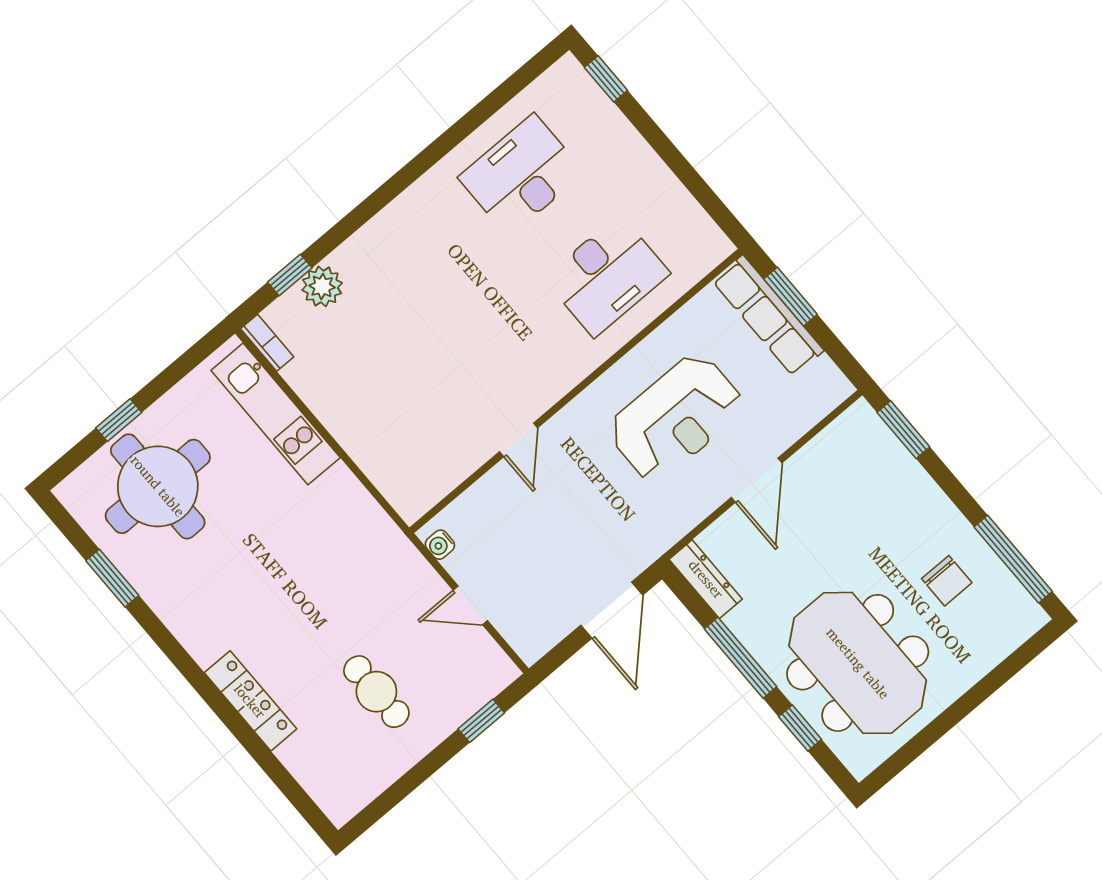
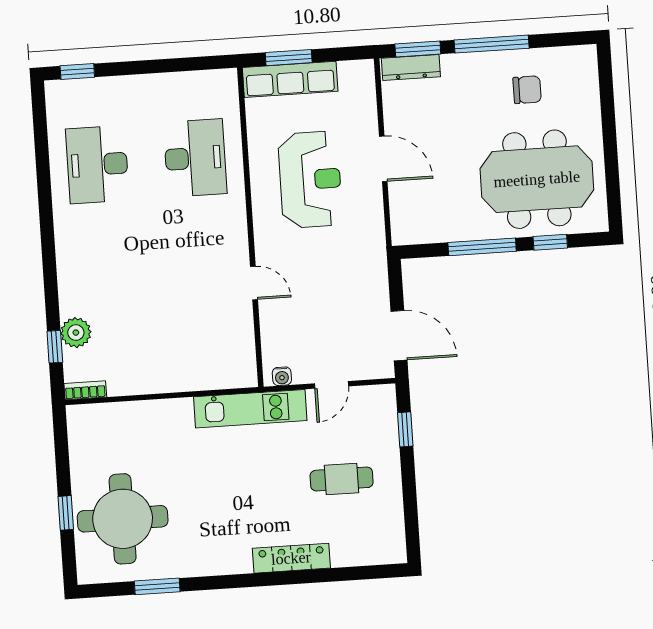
kitchen unit: (276, 414) -> (250, 409), moved
window: (1013, 559) -> (492, 44), moved
dresser: (706, 579) -> (411, 67), moved, turned 180
door: (612, 610) -> (399, 336), moved

